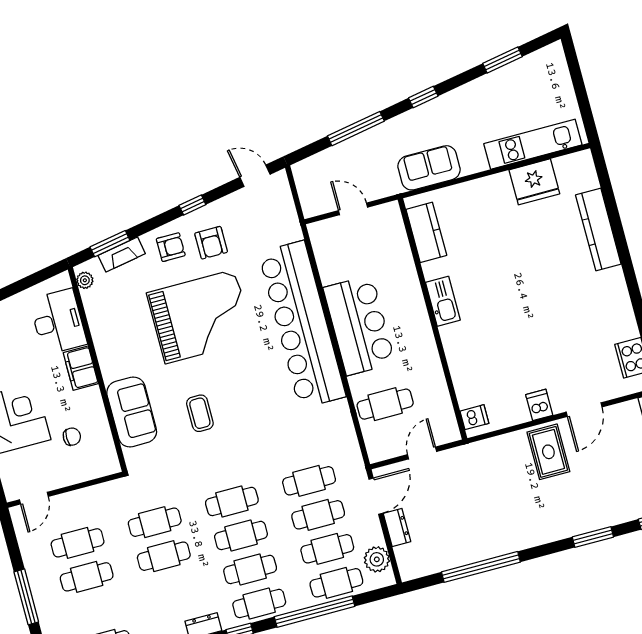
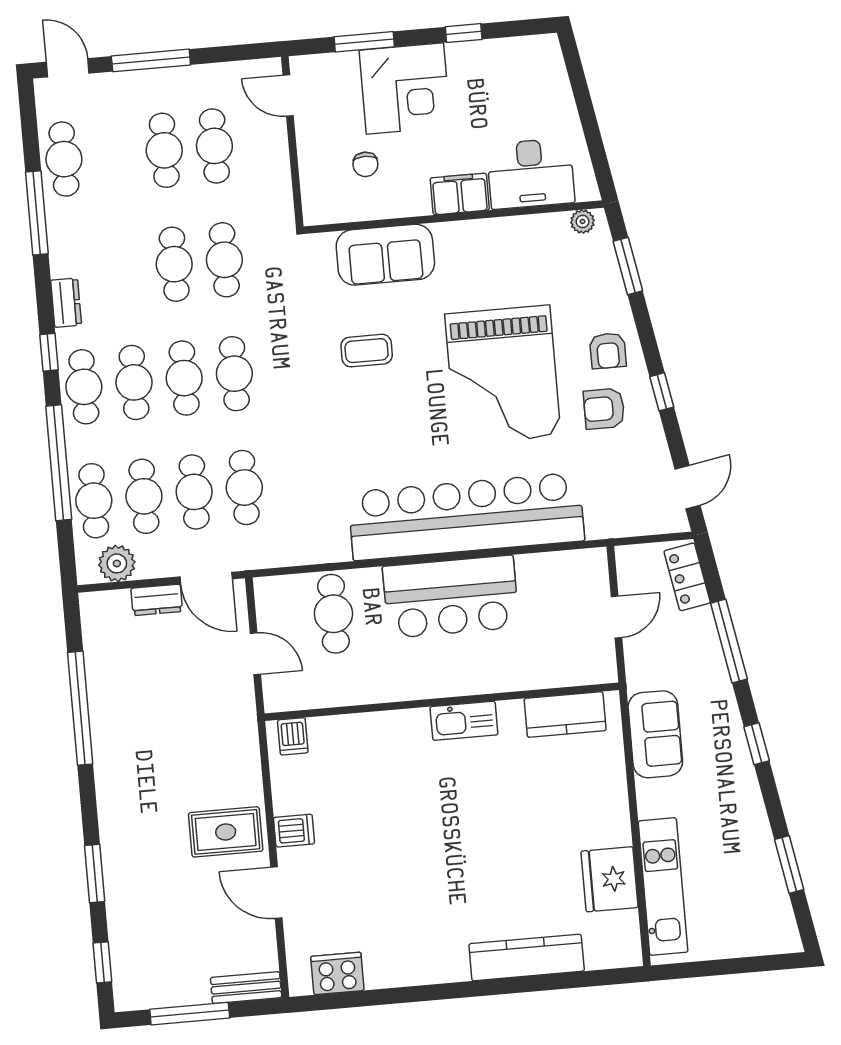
locker: (317, 165) -> (687, 577), added
fireplace: (122, 254) -> (610, 280), removed

